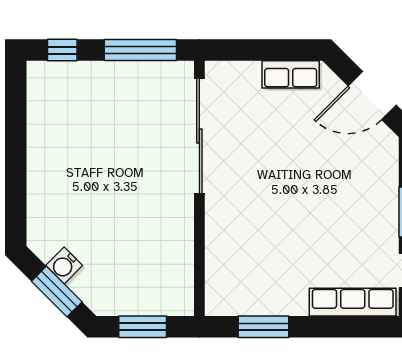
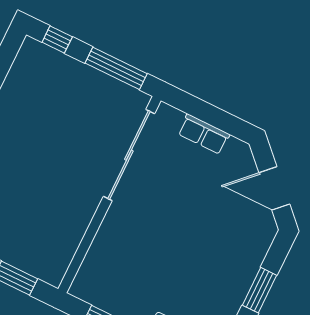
row of seats: (291, 74) -> (204, 134), moved

